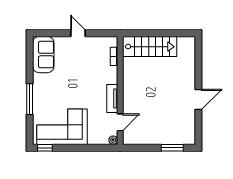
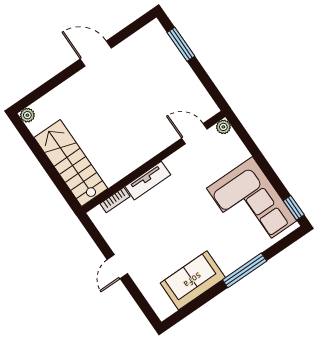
plant: (191, 41) -> (27, 115), added
sofa: (43, 55) -> (193, 280), moved
tv unit: (112, 98) -> (148, 181), moved

